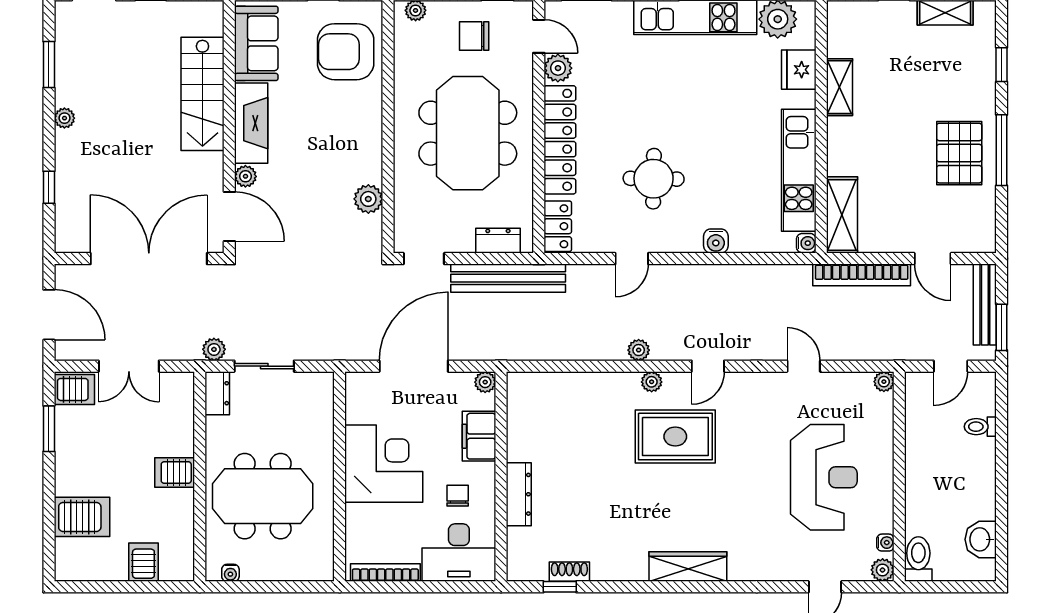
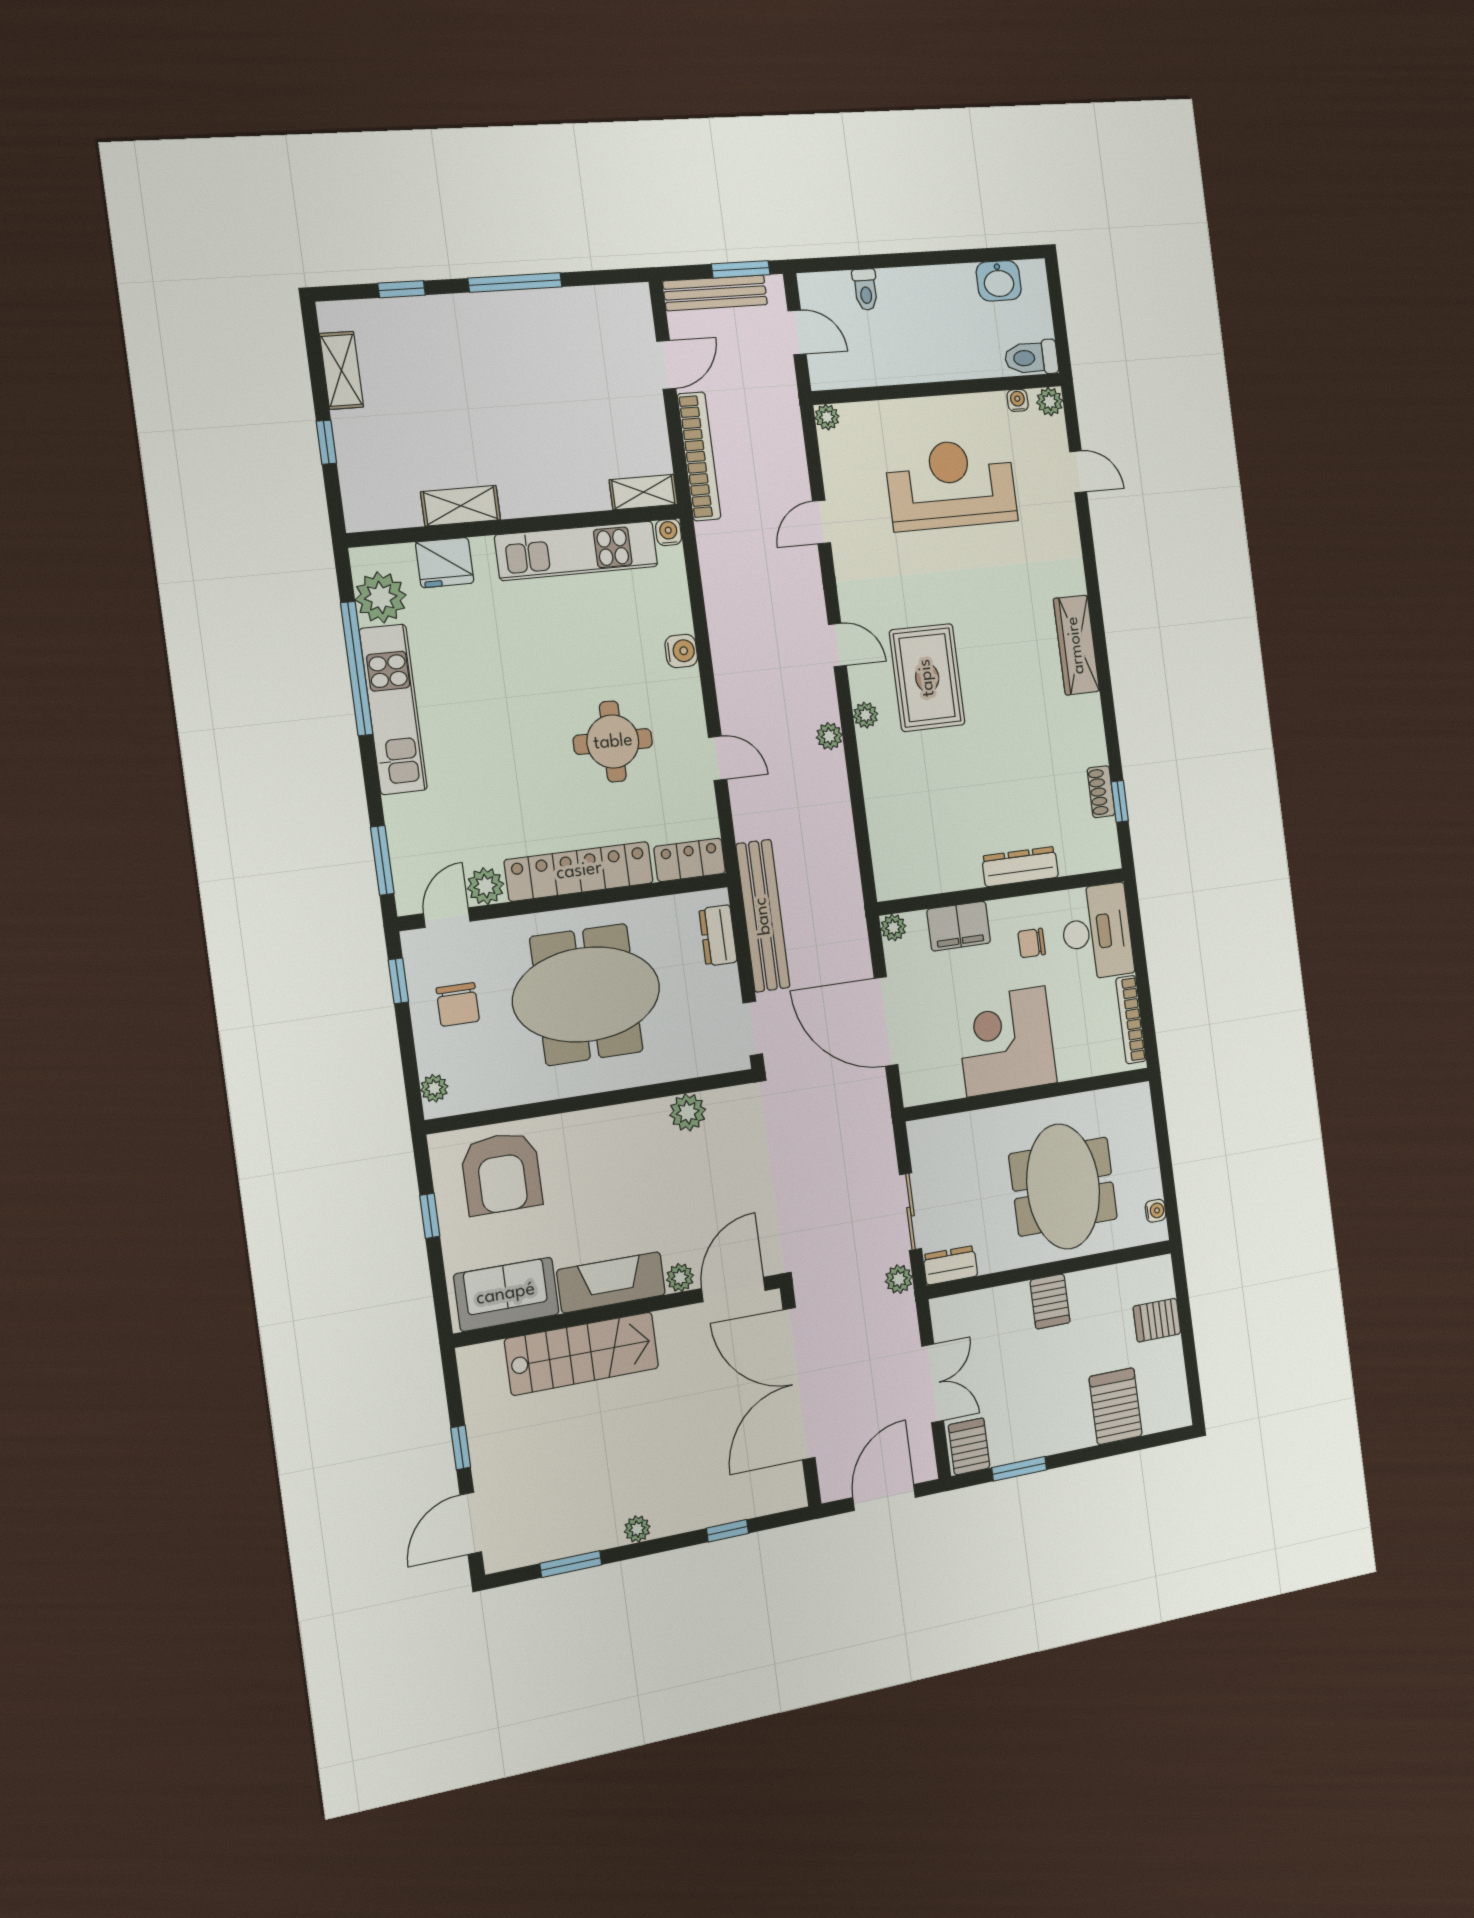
pallet: (959, 153) -> (526, 339), removed
shelving: (842, 215) -> (643, 492), width x0.67, depth x0.75

